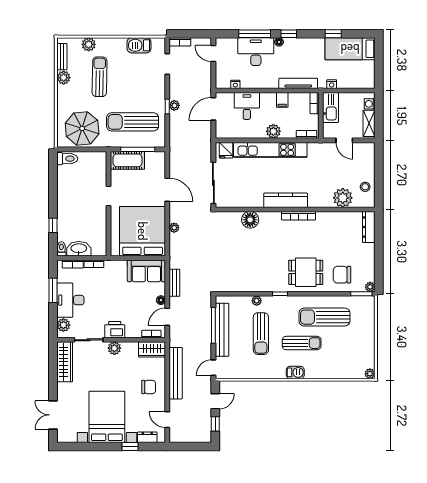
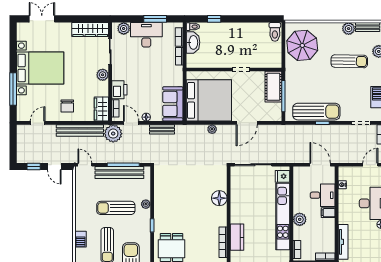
filing cabinet: (282, 100) -> (328, 213), moved
plant: (174, 105) -> (113, 134), moved, width x1.87, depth x1.87
sun lounger: (133, 122) -> (316, 112), moved, turned 90
kitchen counter: (286, 200) -> (237, 237), width x0.67
printer: (115, 330) -> (119, 90), moved
dresser: (147, 437) -> (22, 105), removed
window: (130, 446) -> (13, 89), width x2.17

